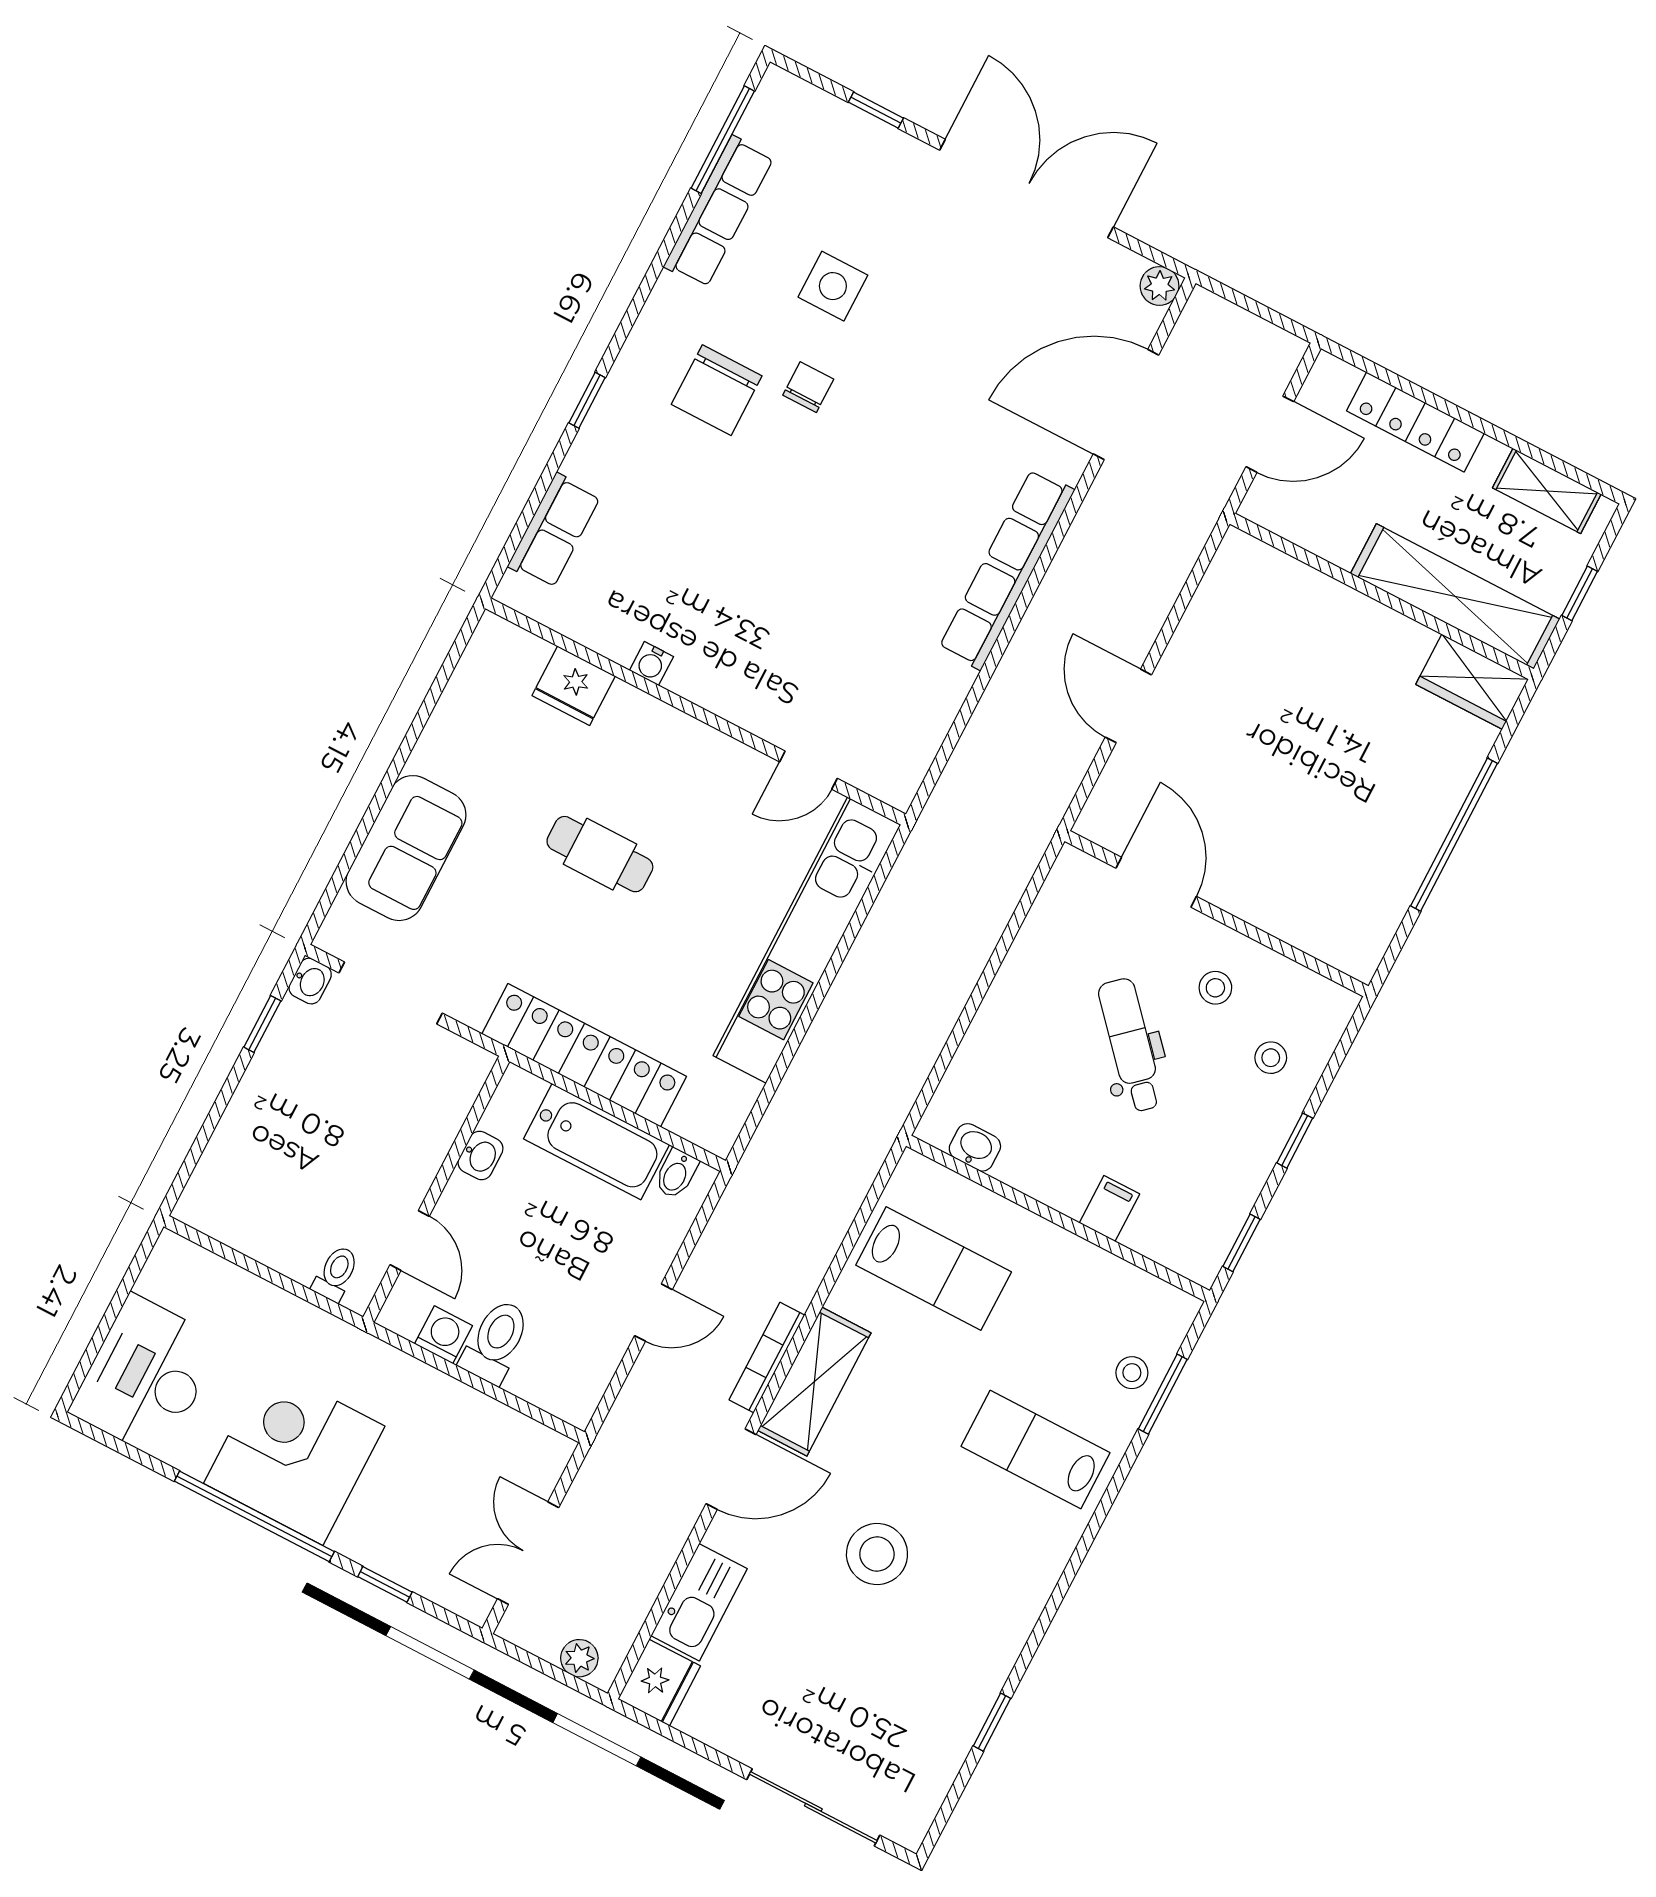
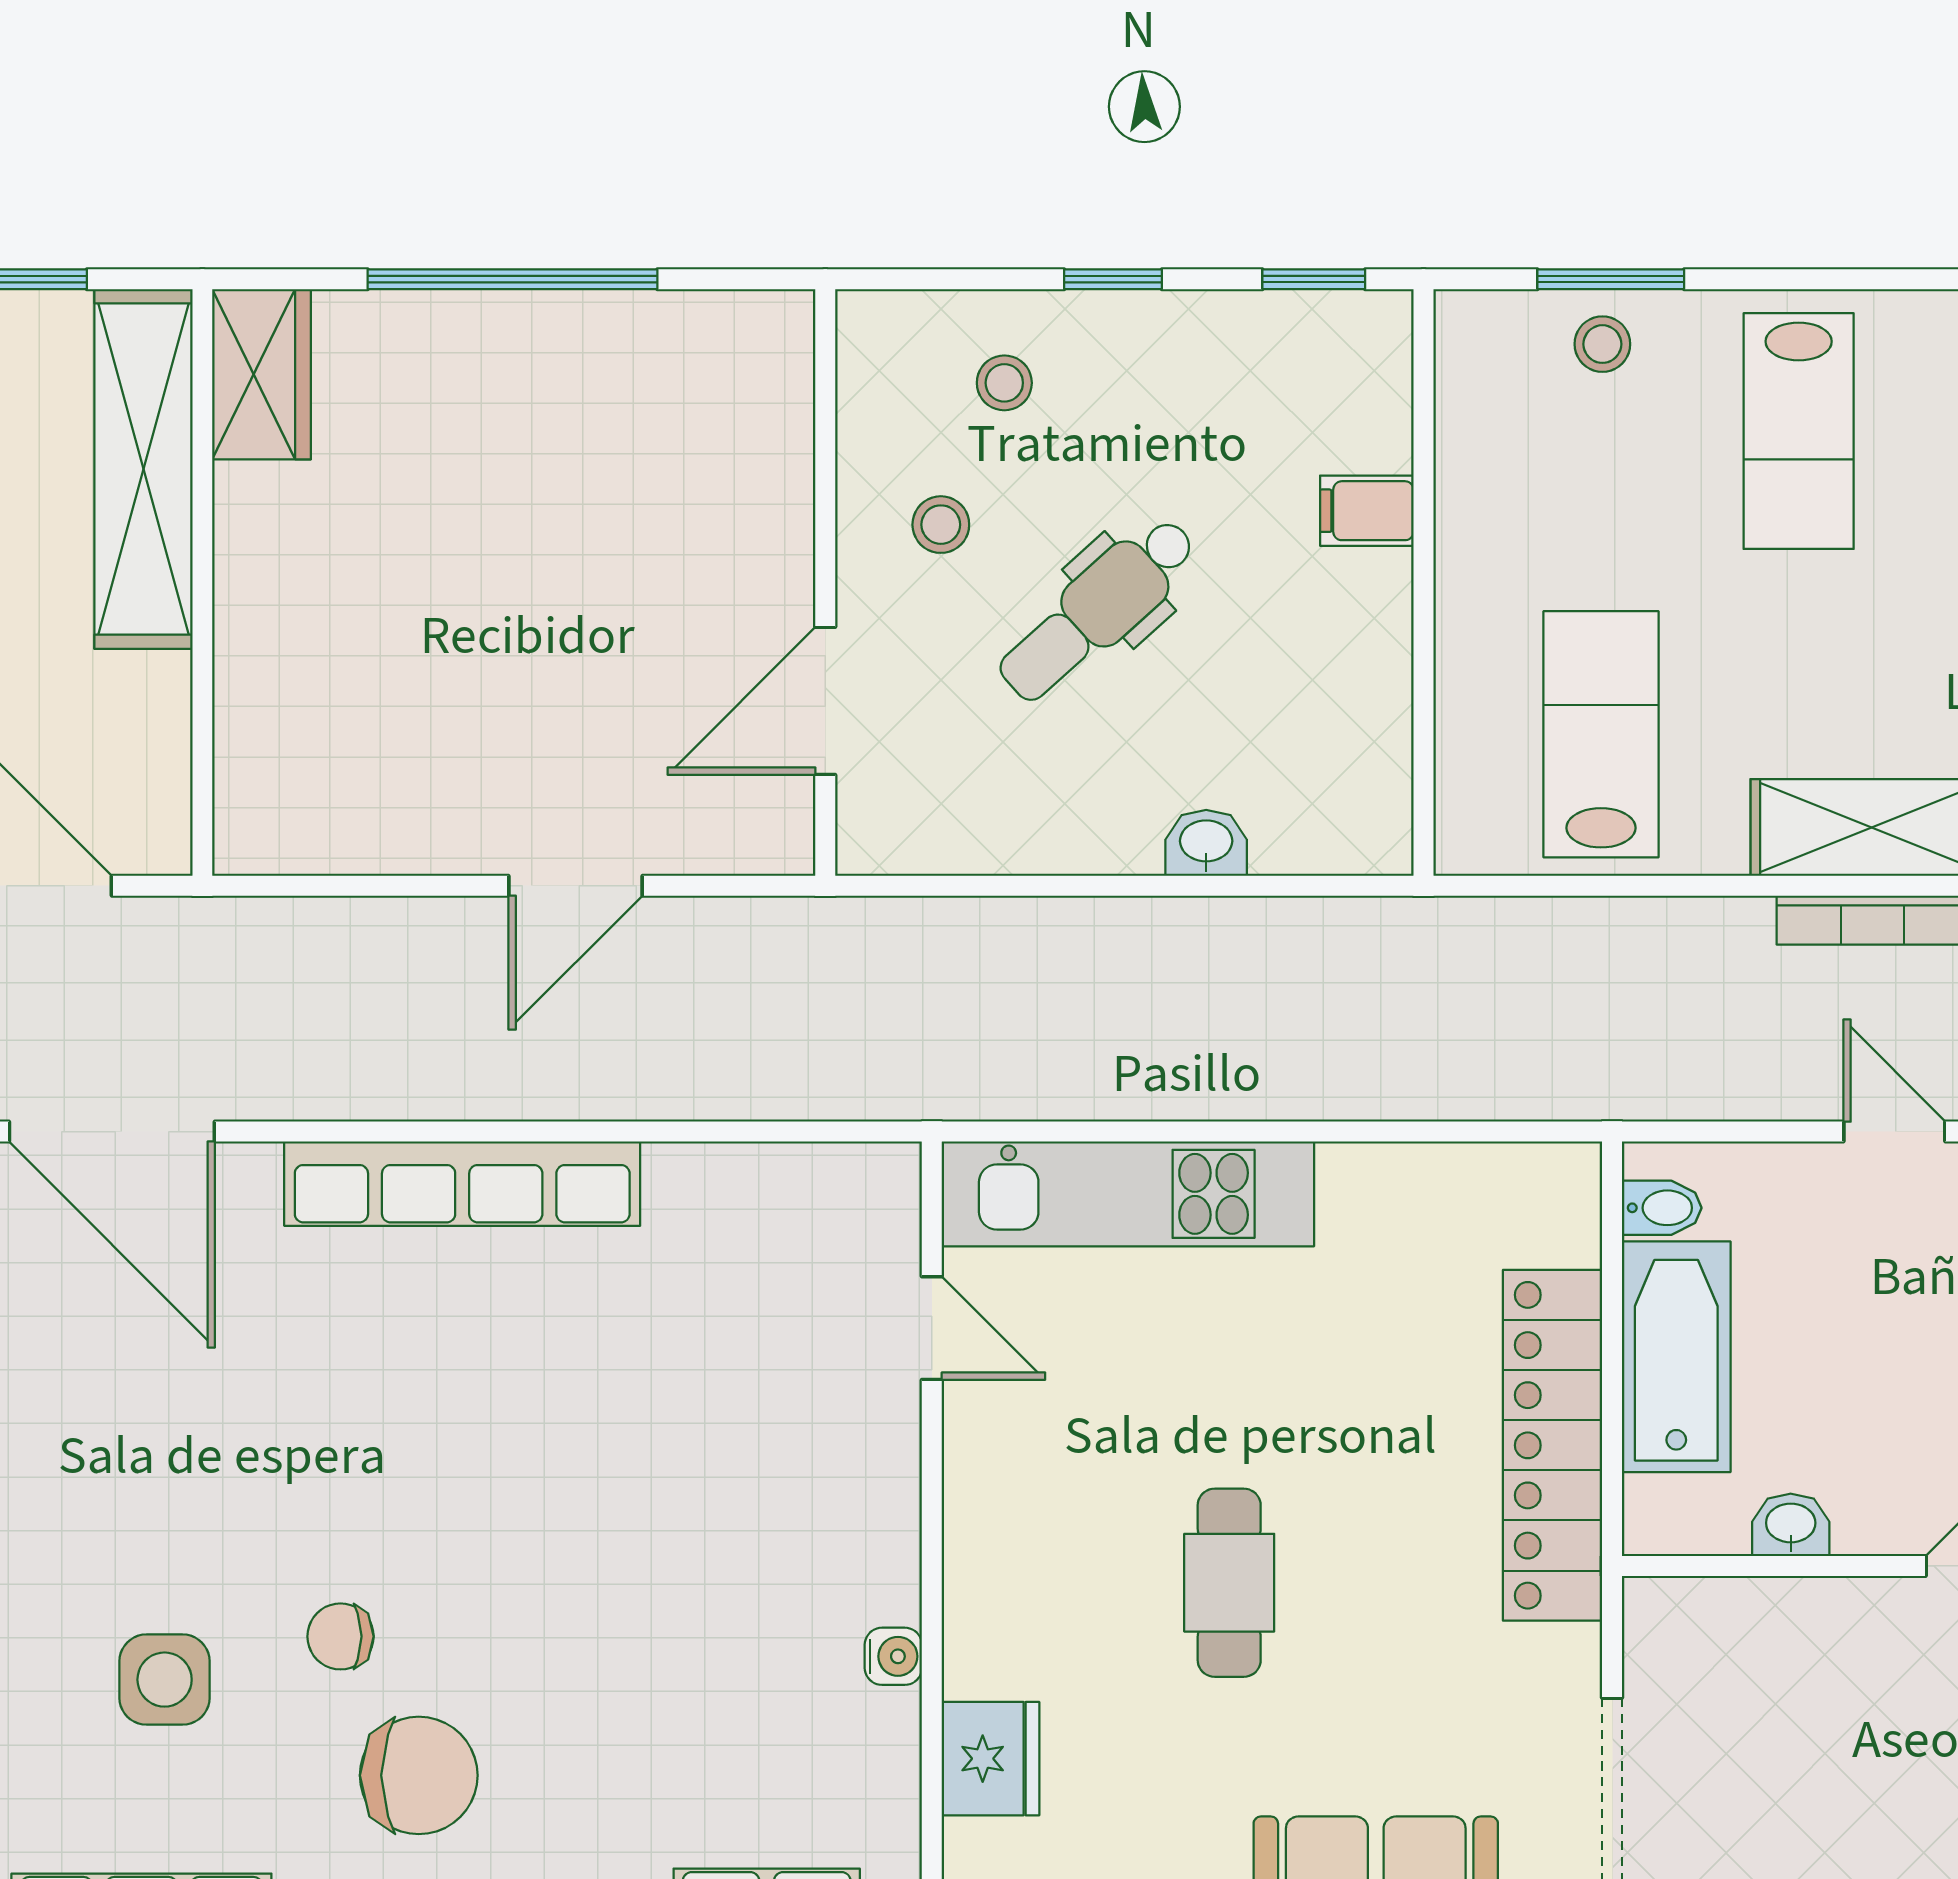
kitchen unit: (807, 940) -> (1128, 1194), width x0.73
washbasin: (975, 1147) -> (1206, 843), moved, turned 90

